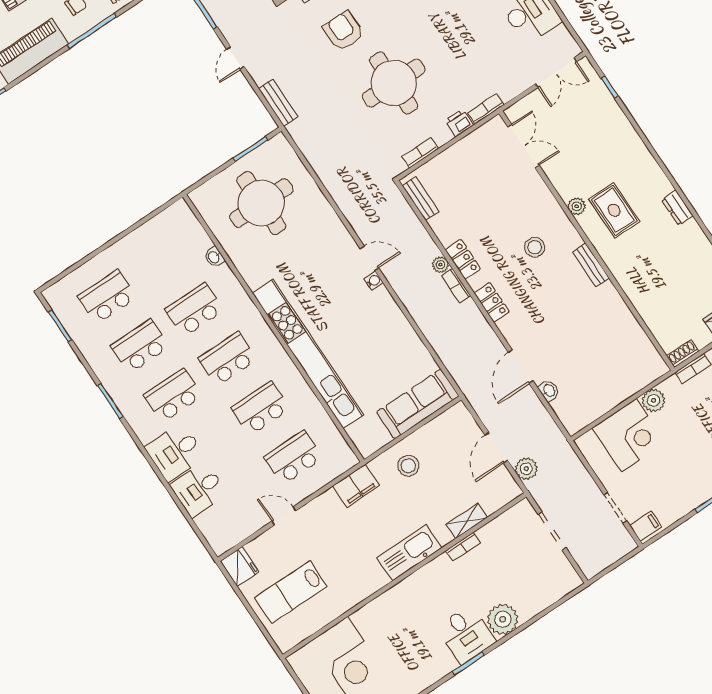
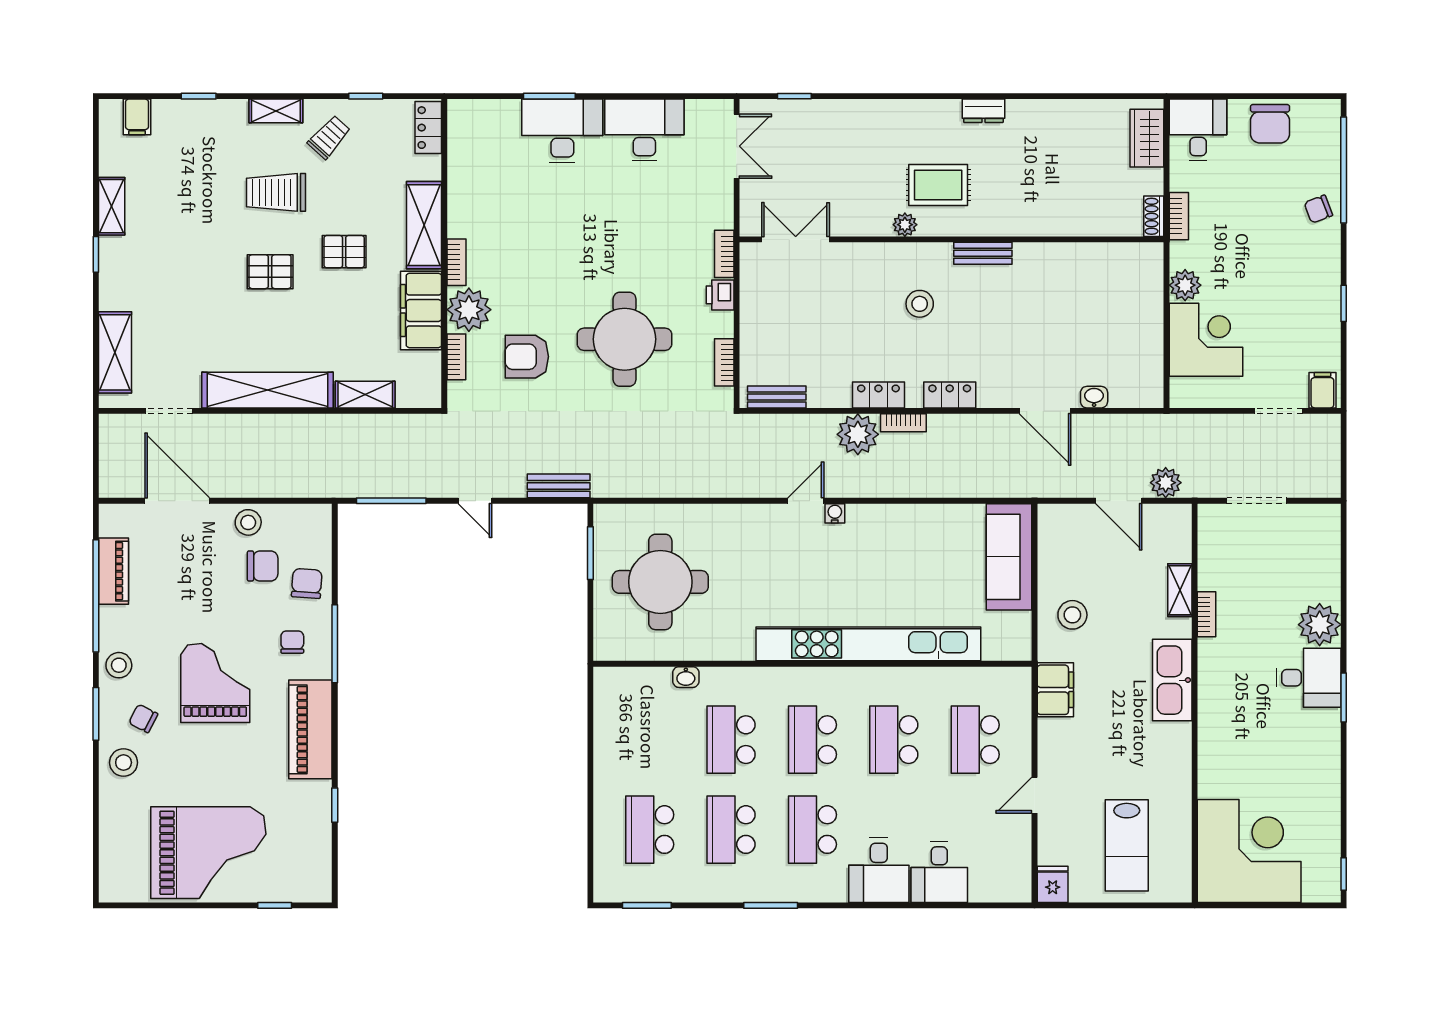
plant: (440, 265) -> (858, 434), width x1.88, depth x1.88
fridge: (240, 567) -> (1053, 884), width x0.72

